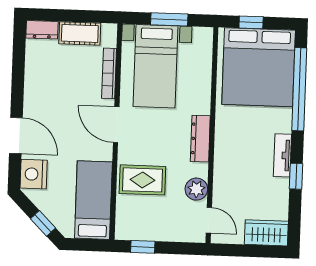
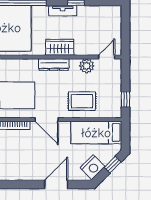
door: (116, 125) -> (47, 120), hinge flipped
nightstand: (34, 174) -> (93, 167), moved, turned -45
rug: (142, 180) -> (82, 101), turned 90
wardrobe: (266, 233) -> (60, 47), moved, turned 90

